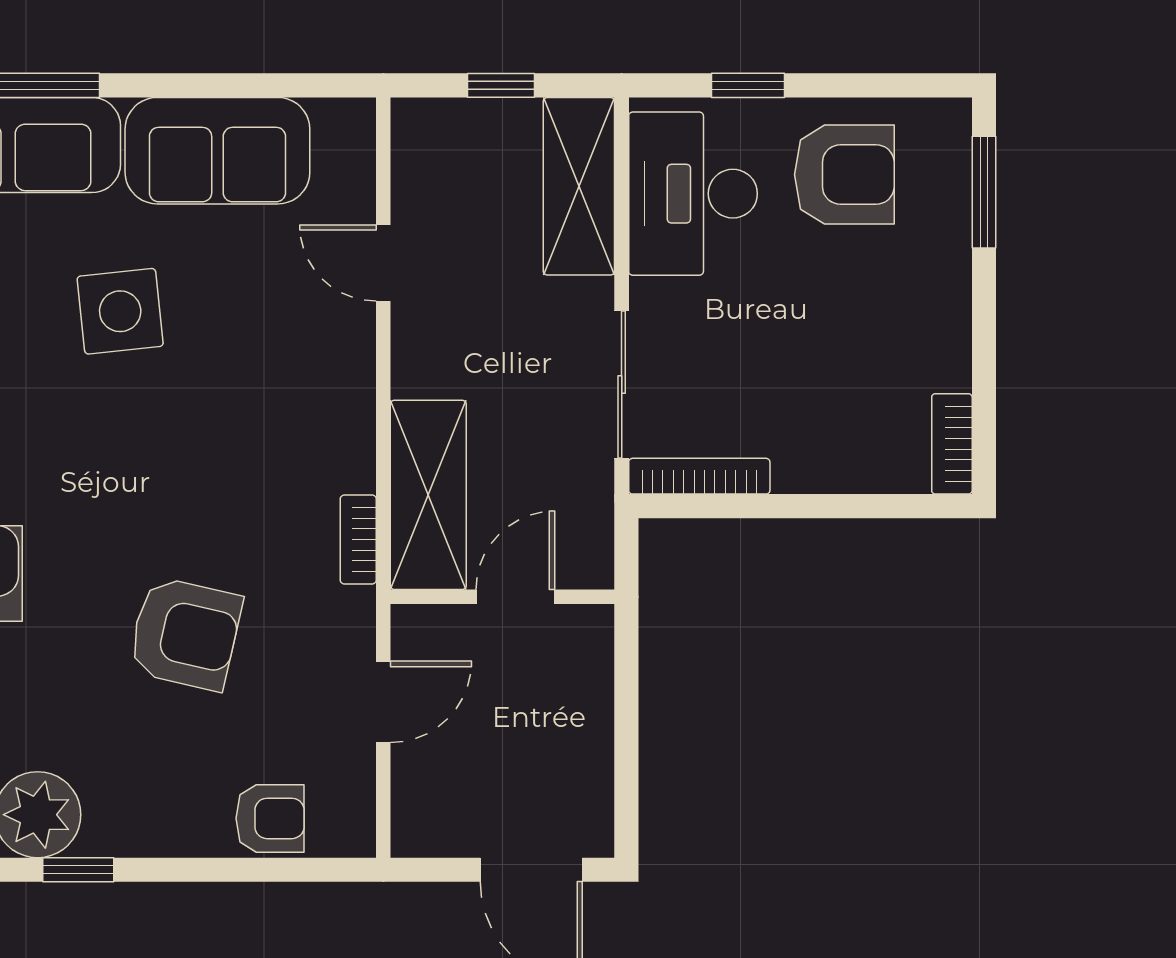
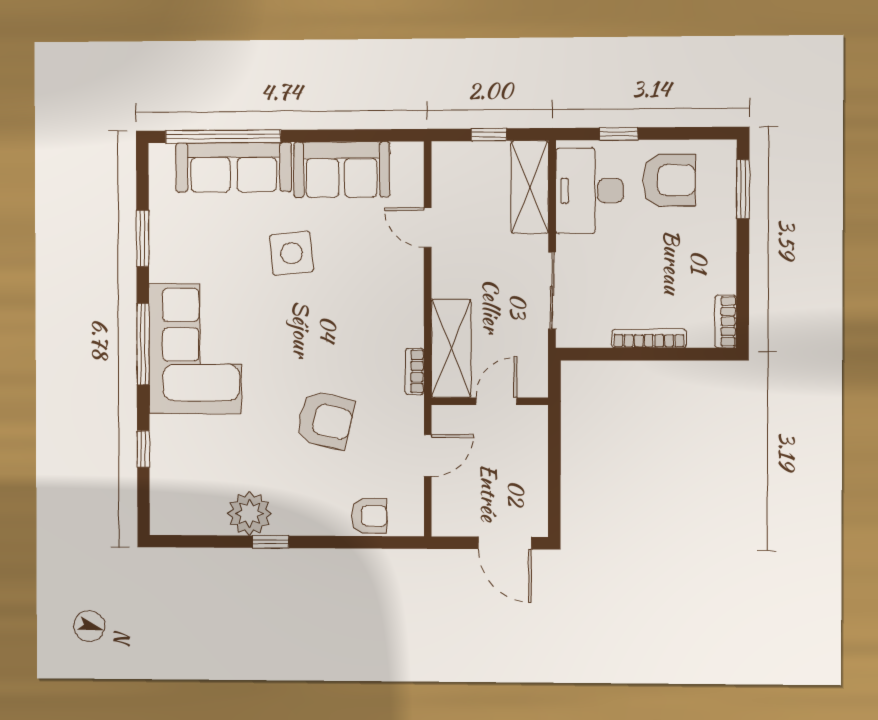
bookcase: (699, 476) -> (649, 338), moved

